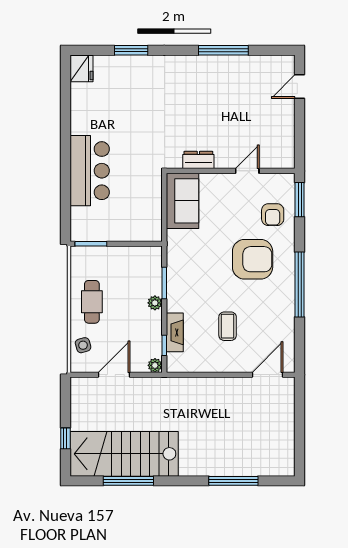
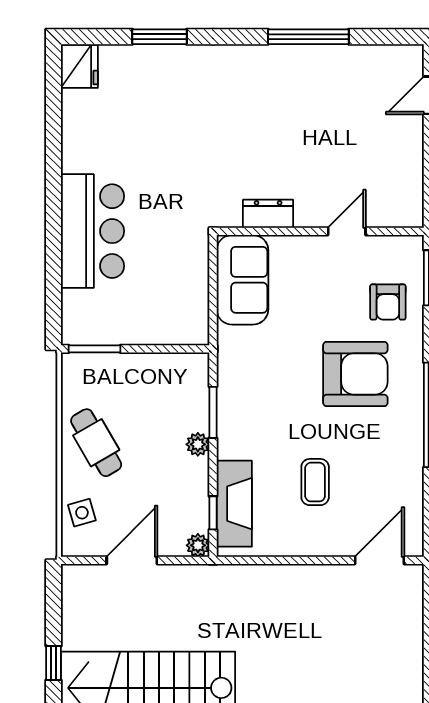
cafe table: (92, 302) -> (96, 443), turned -30
fireplace: (175, 332) -> (234, 504), width x1.37, depth x1.32

